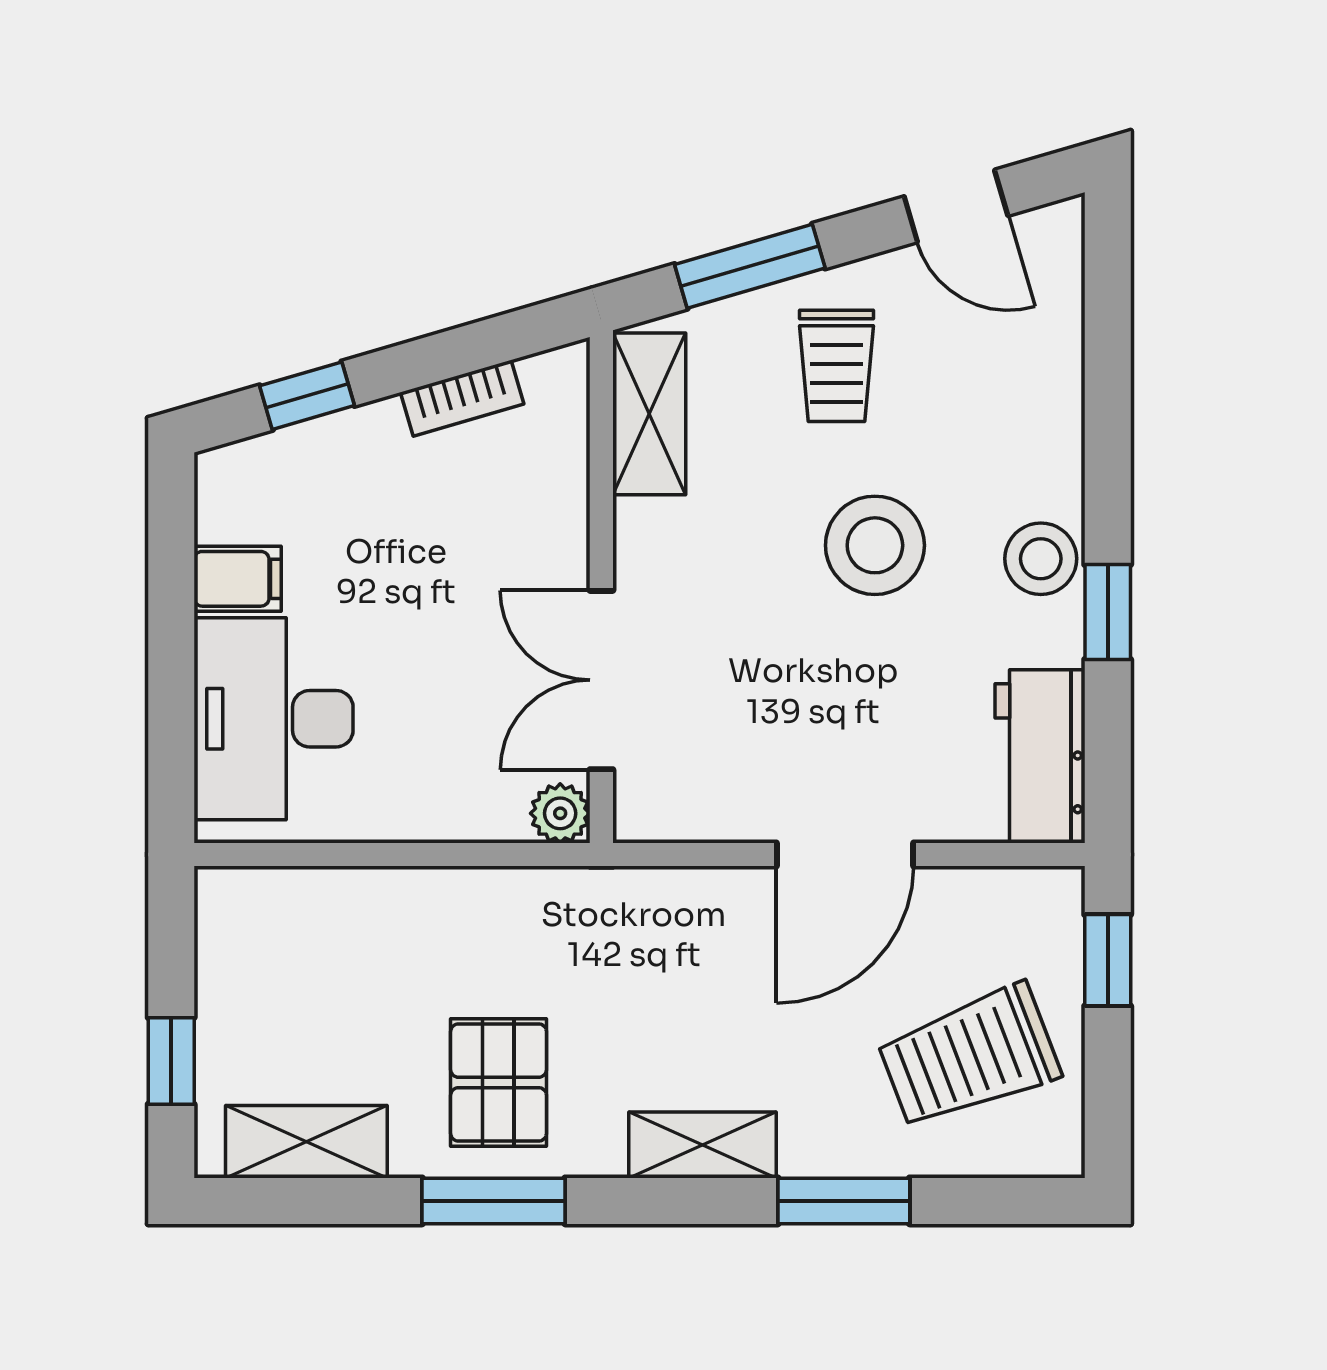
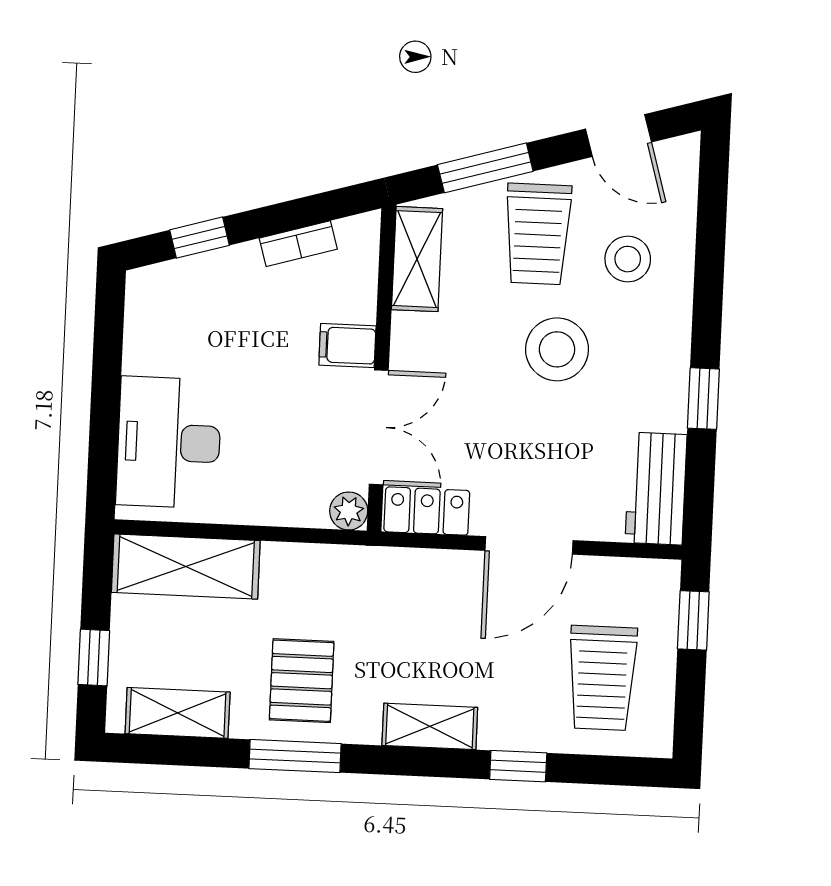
trolley: (836, 366) -> (538, 234), width x1.36, depth x1.39
stool: (1041, 559) -> (628, 259), moved
filing cabinet: (238, 579) -> (347, 345), moved, turned 180
double door: (601, 680) -> (379, 427), swing flipped
locker: (682, 808) -> (427, 511), added
shelving: (309, 912) -> (186, 567), added
trolley: (969, 1057) -> (602, 678), turned -69
window: (844, 1201) -> (518, 766), width x0.67

